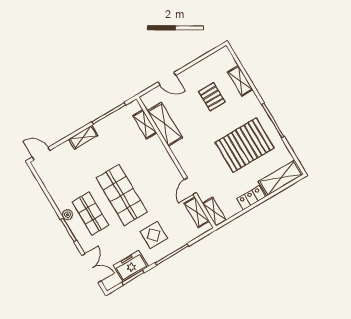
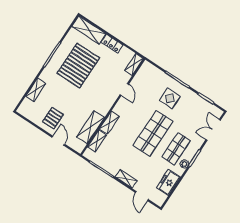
pallet: (212, 97) -> (53, 118), moved
pallet: (245, 145) -> (78, 66), turned 90
door: (41, 154) -> (142, 196), moved
door: (190, 186) -> (124, 89), hinge flipped
shelving: (197, 212) -> (109, 123), moved
freezer: (131, 266) -> (168, 182), moved, turned 90

